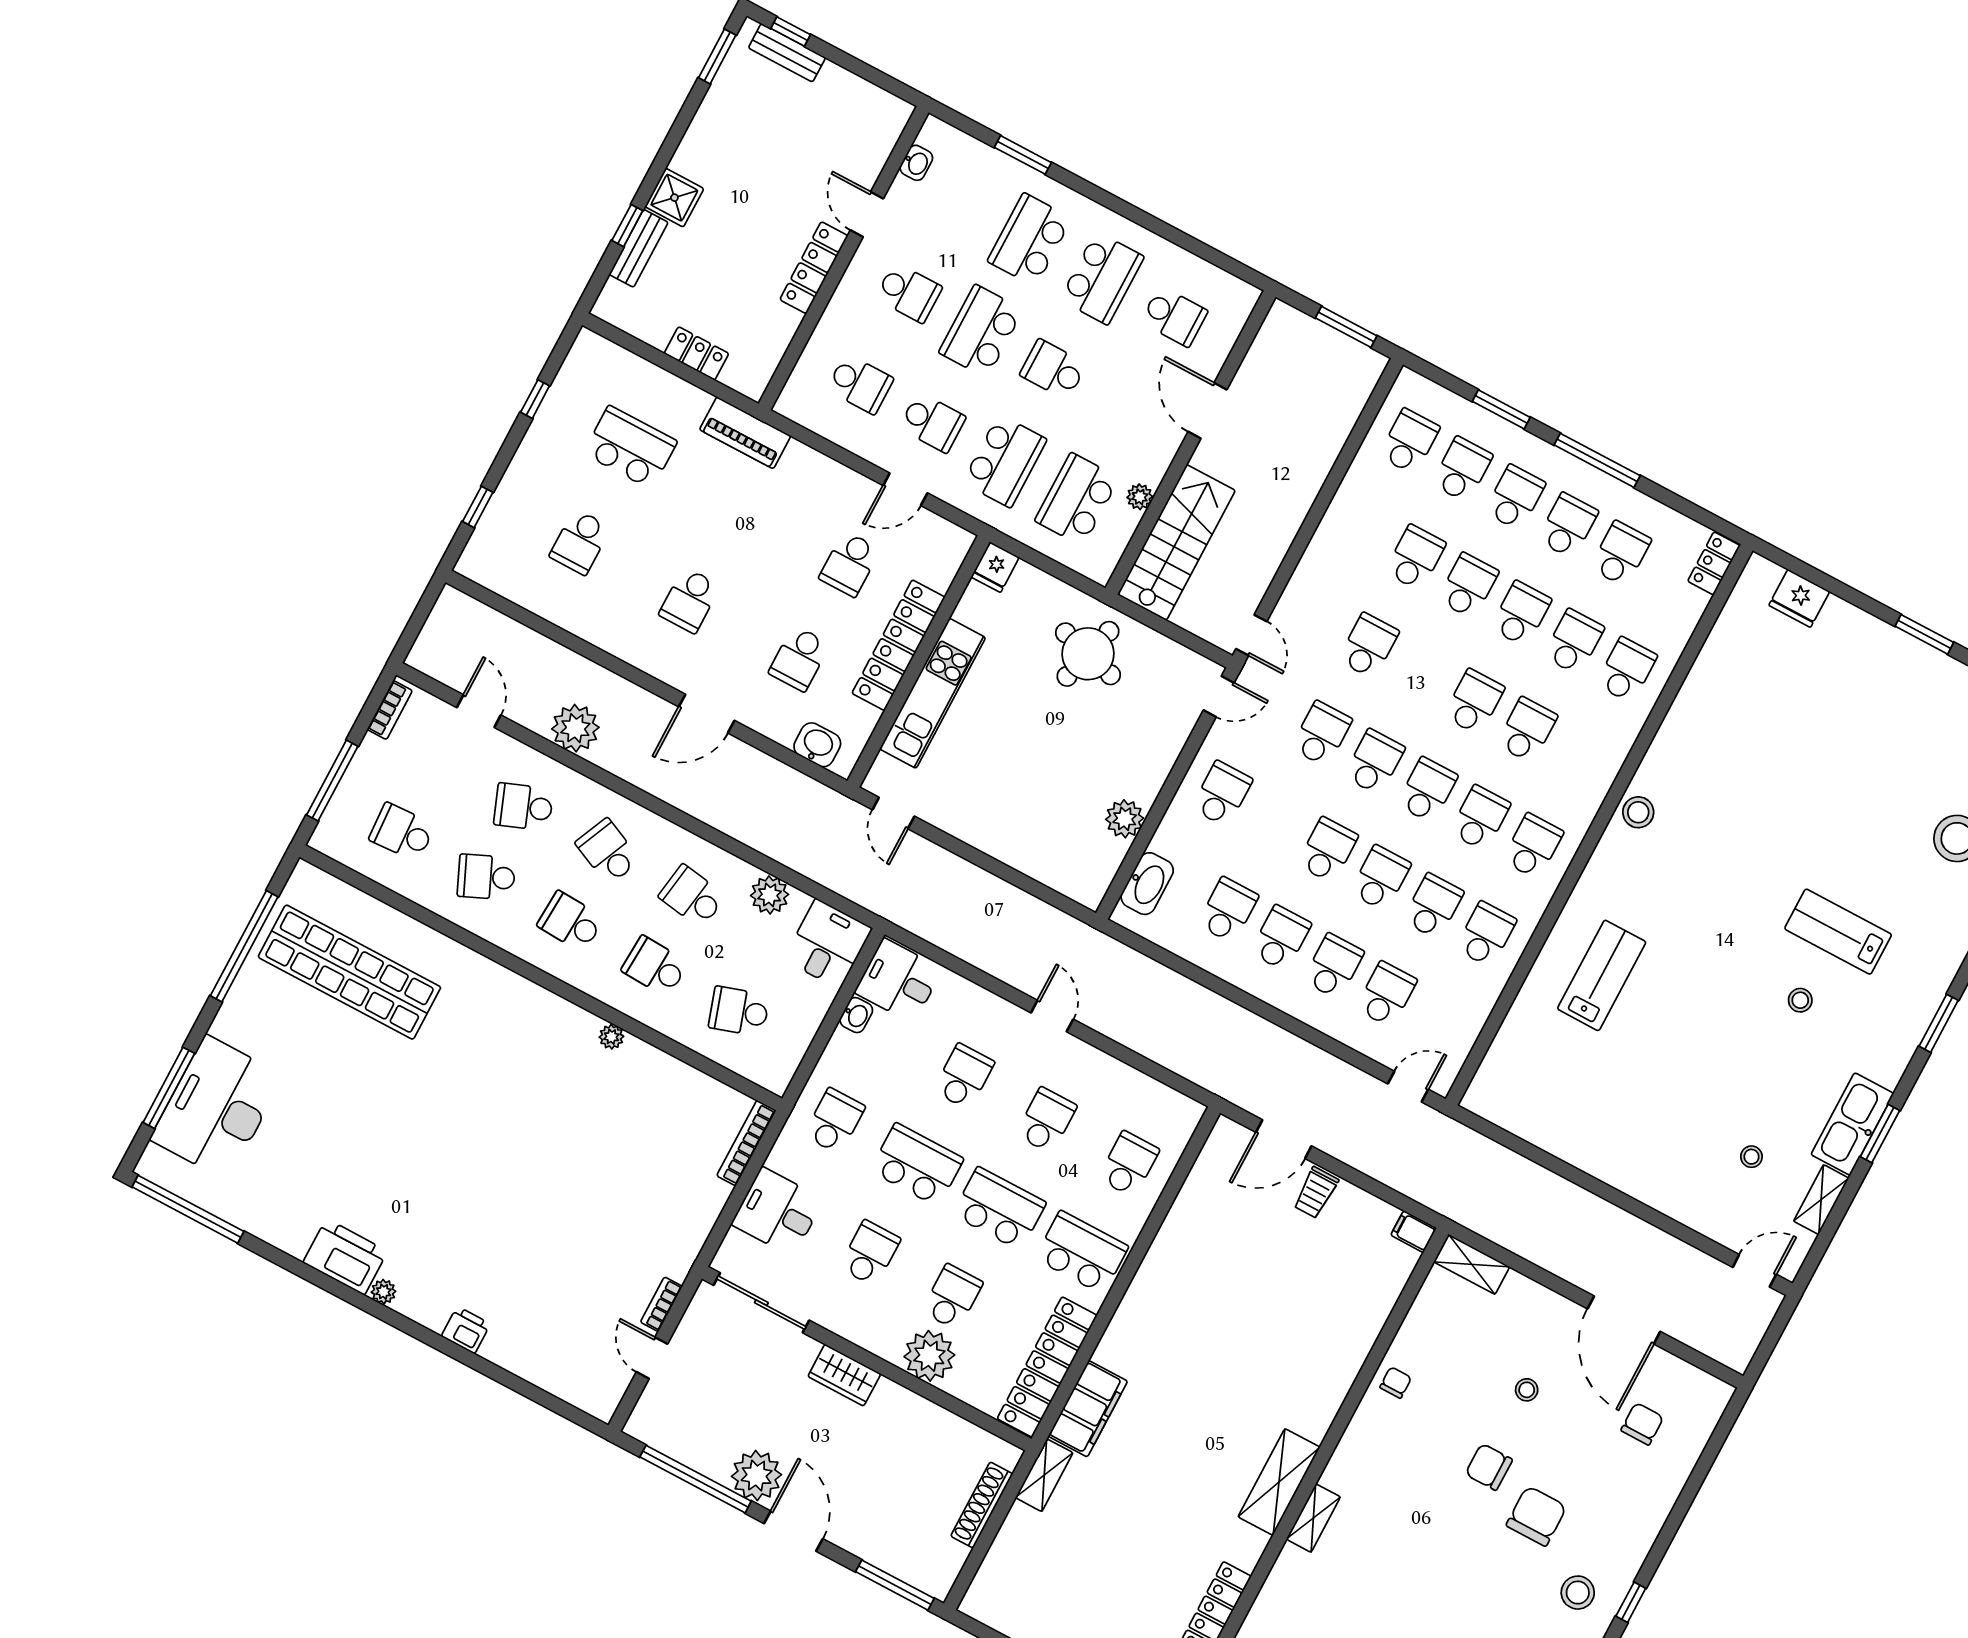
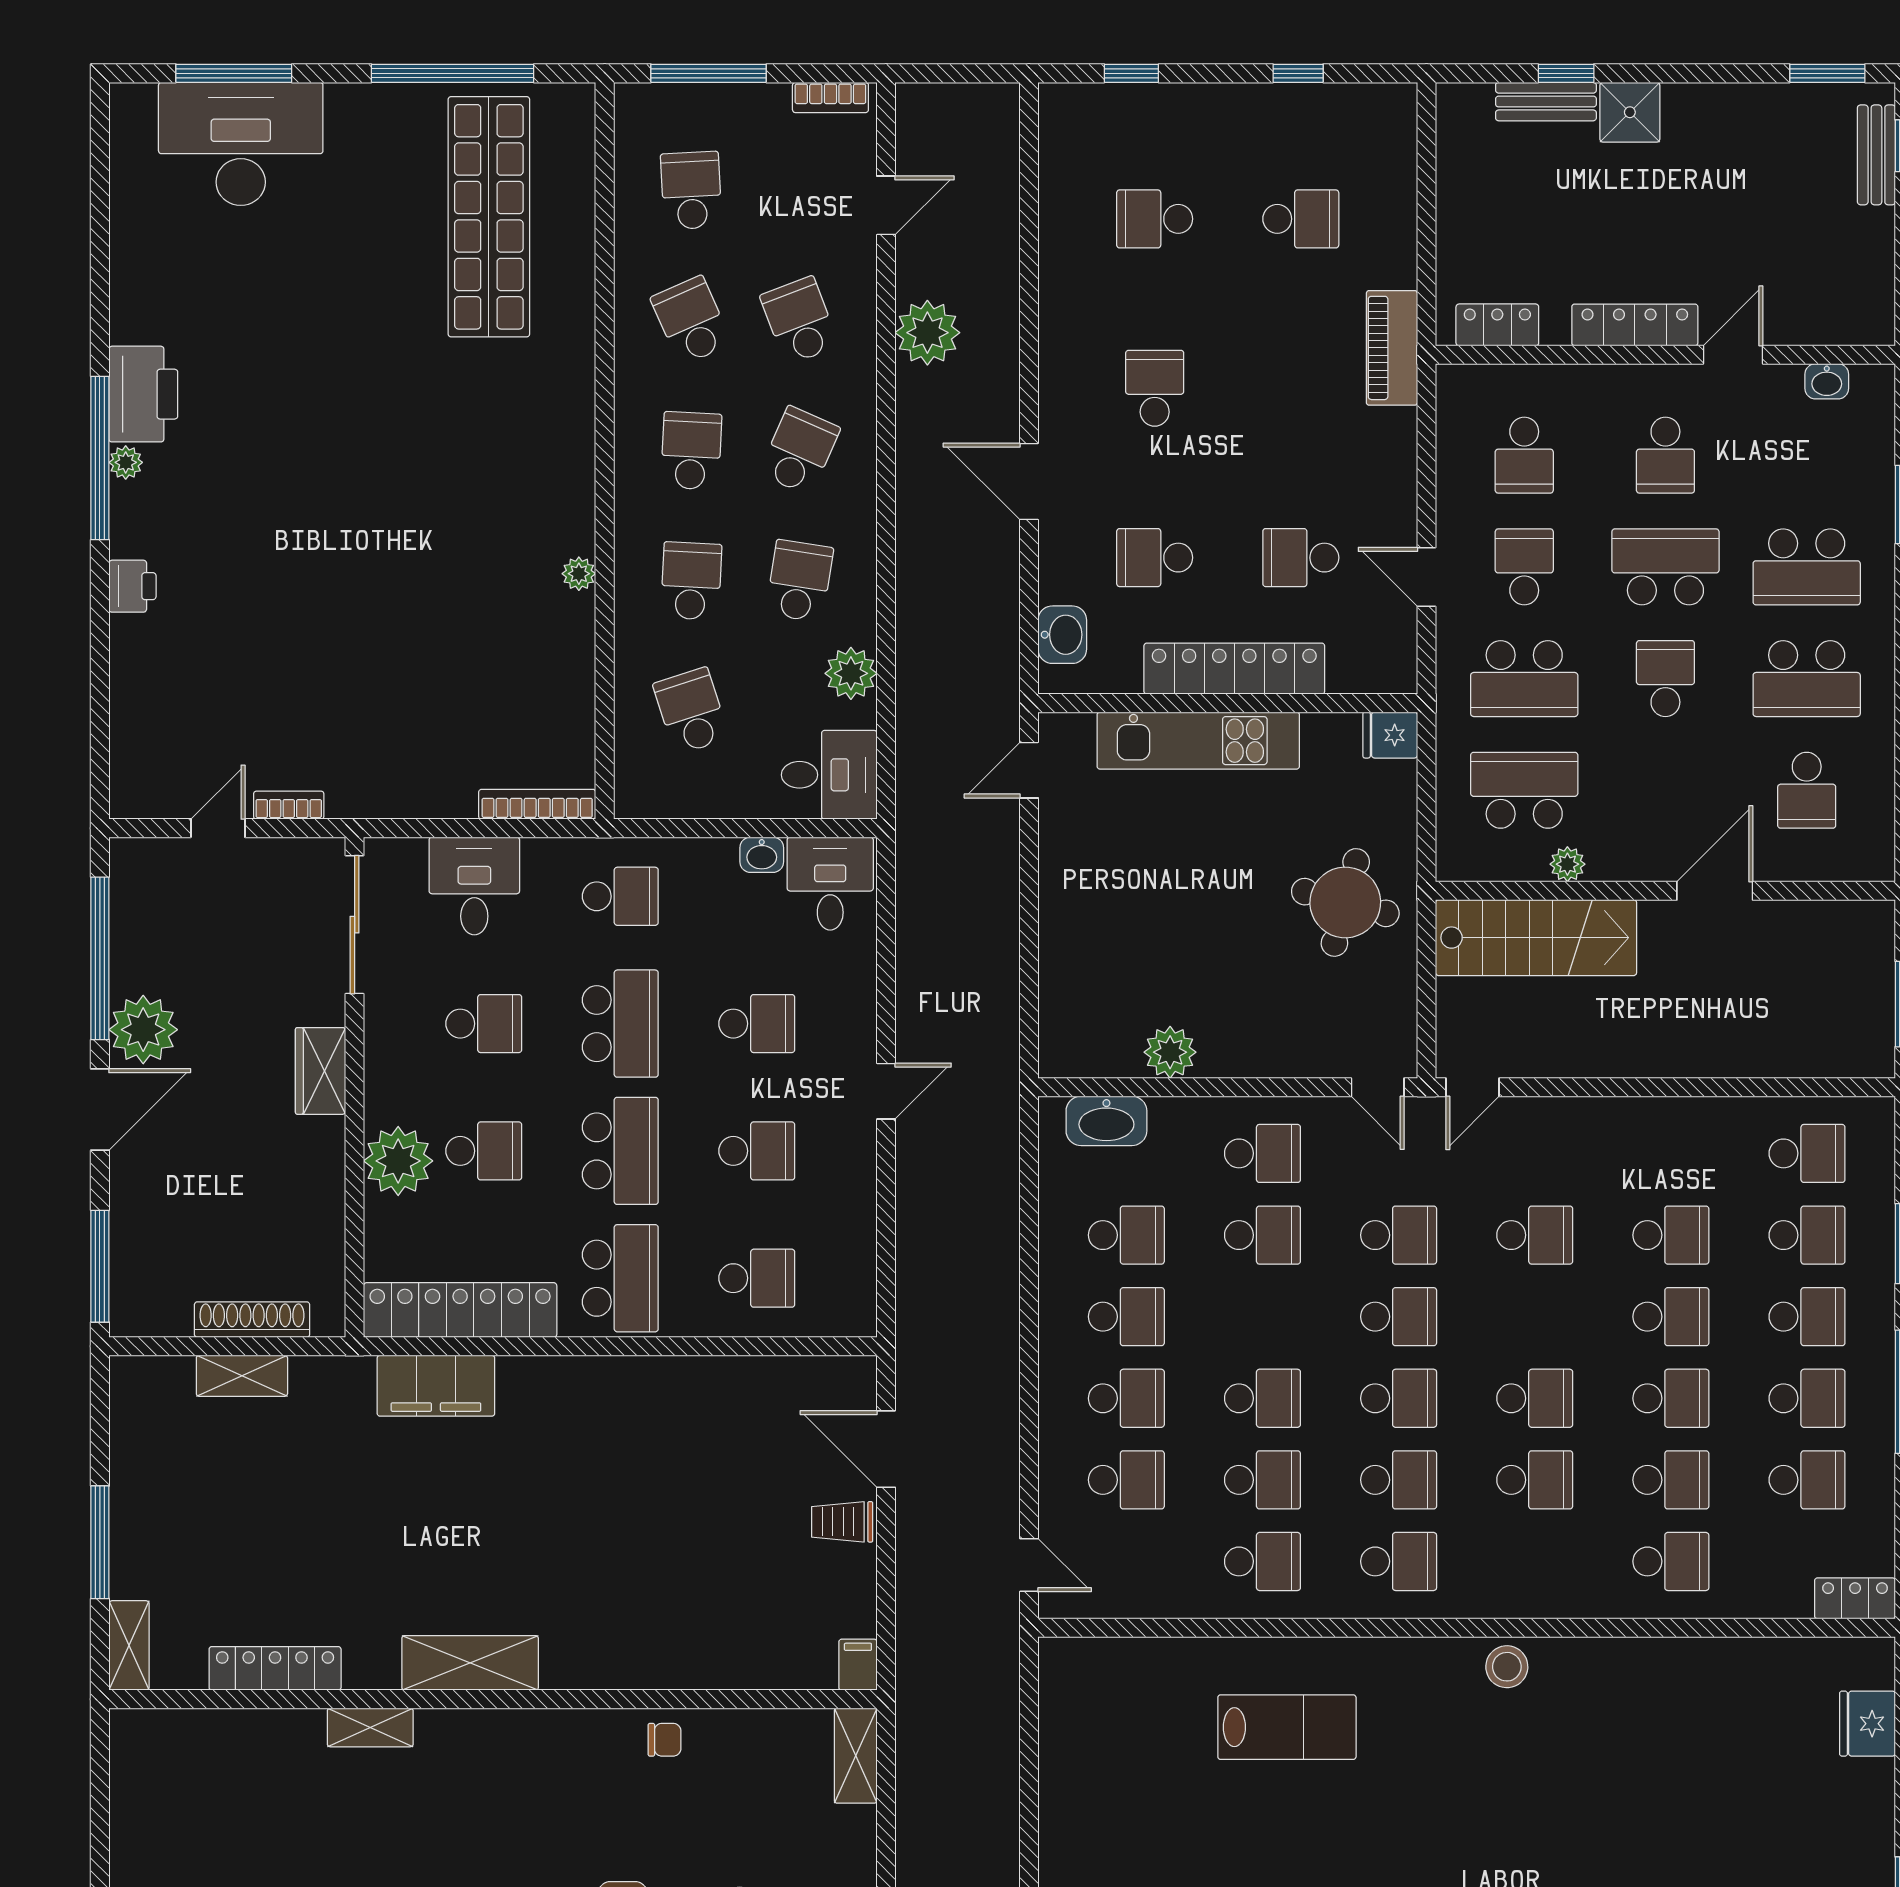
school desk: (1030, 240) -> (1807, 567), turned 180
locker: (696, 353) -> (1497, 325), moved, turned -90
school desk: (932, 422) -> (1524, 567), turned 180
school desk: (630, 447) -> (1301, 219), width x0.54
school desk: (690, 600) -> (1155, 388), turned 90
school desk: (1328, 850) -> (1262, 1235), moved
window: (188, 1209) -> (100, 458), moved
shelving: (1044, 1475) -> (242, 1376), moved
shelving: (1313, 1518) -> (370, 1727), moved

